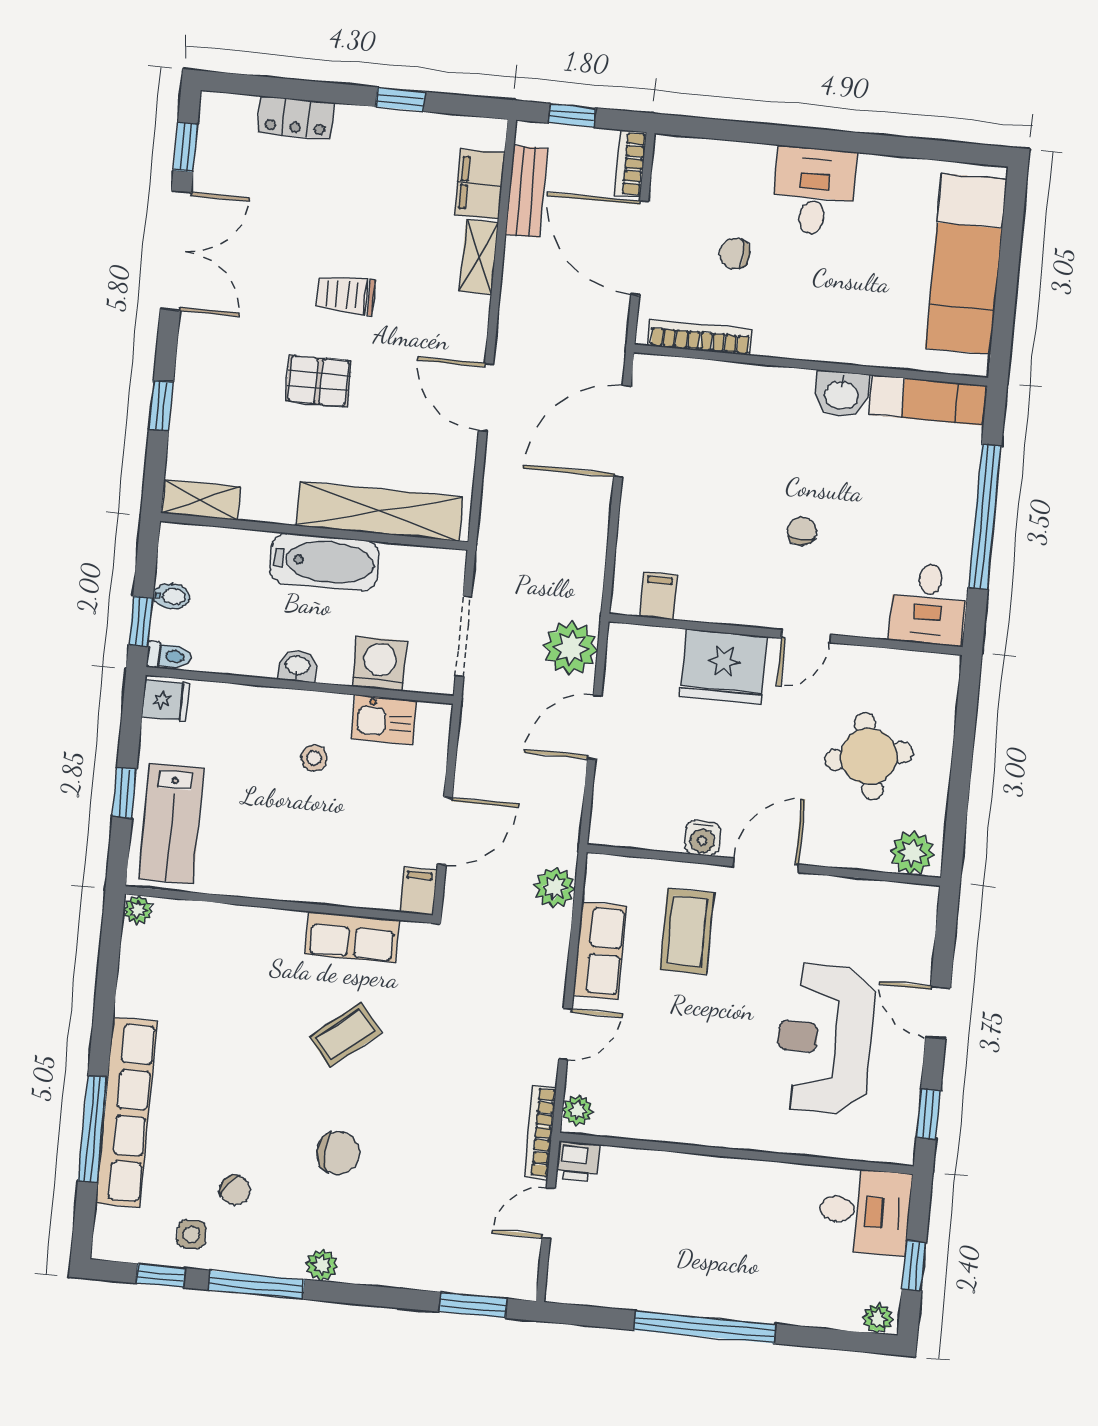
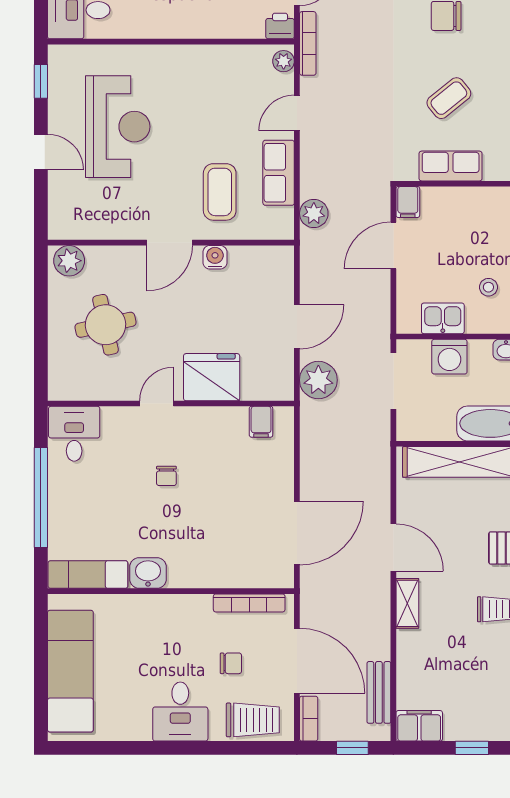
trolley: (711, 169) -> (253, 720), added
filing cabinet: (480, 184) -> (419, 726), moved, turned -90
shelving: (479, 257) -> (407, 603), moved

